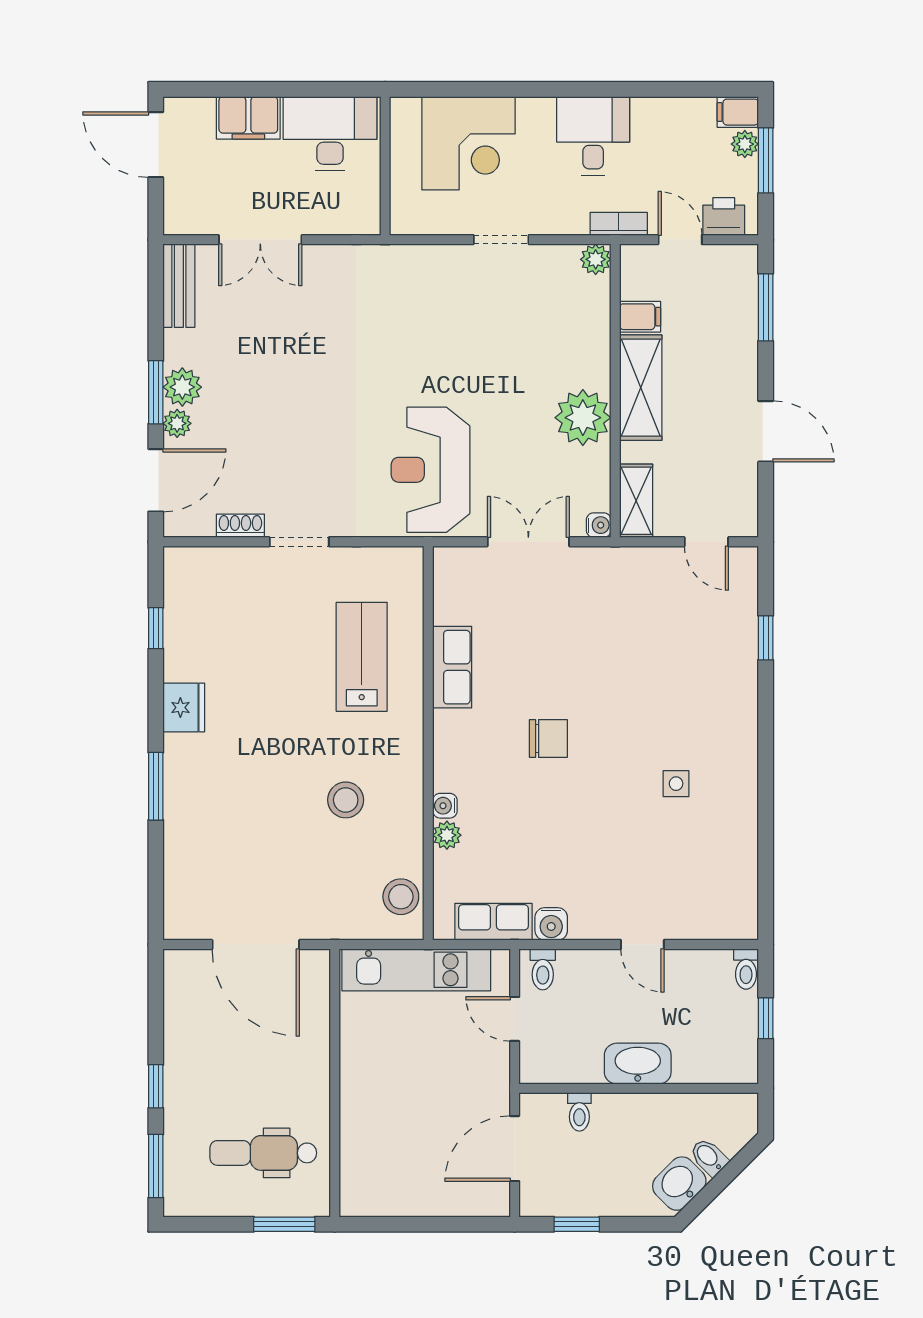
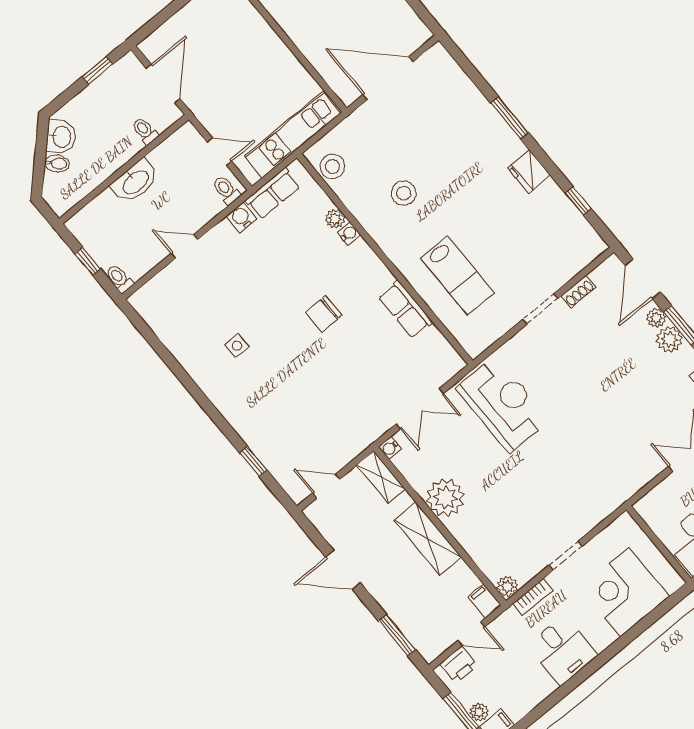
bookcase: (619, 224) -> (532, 597), moved
filing cabinet: (640, 317) -> (484, 601), moved, turned 90

